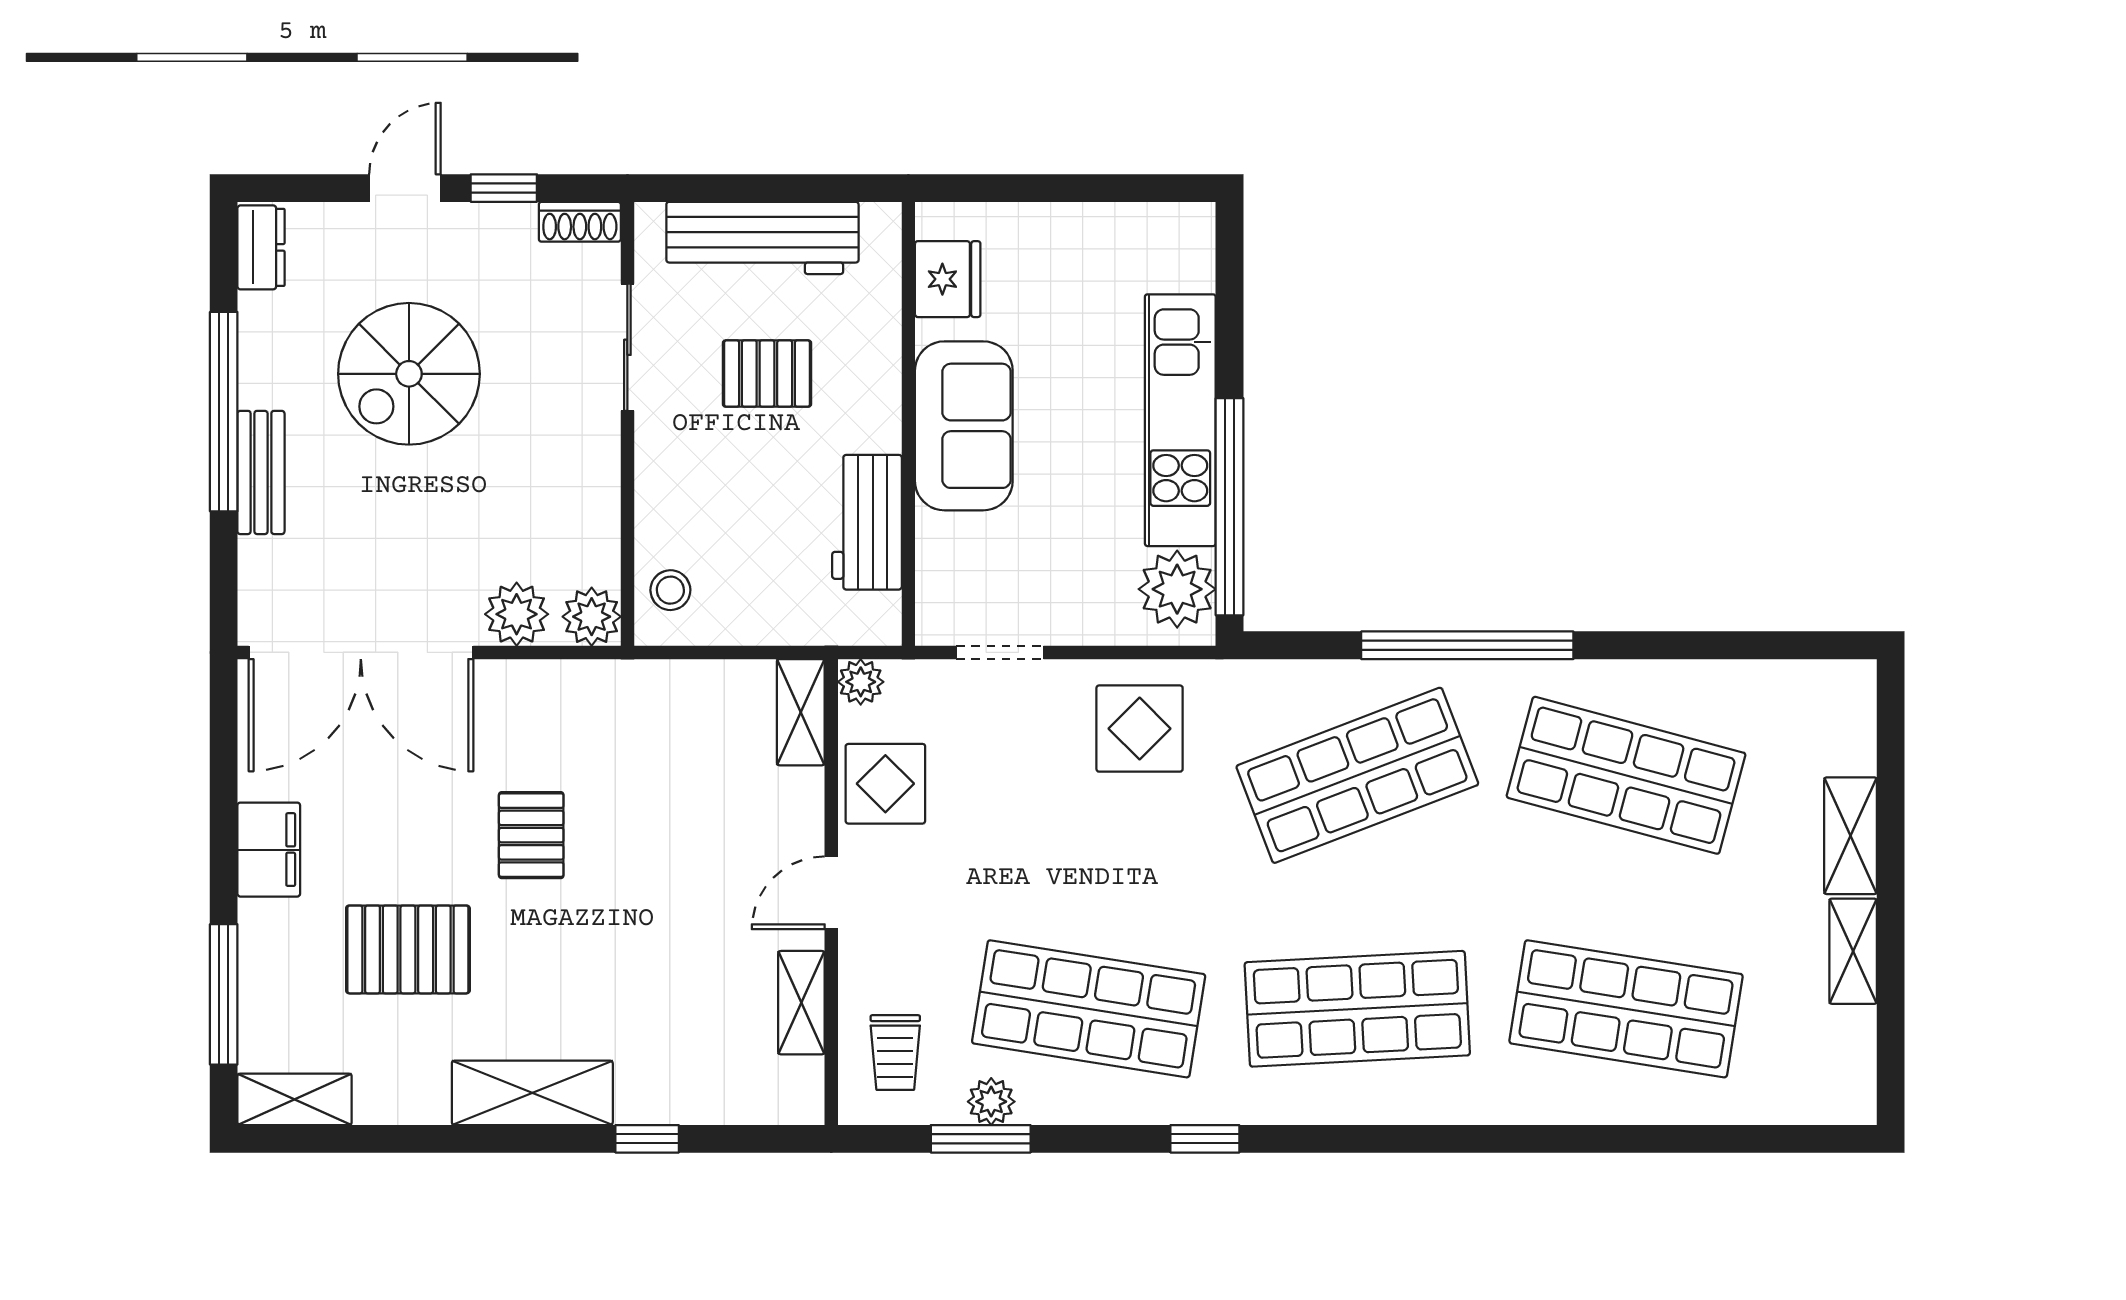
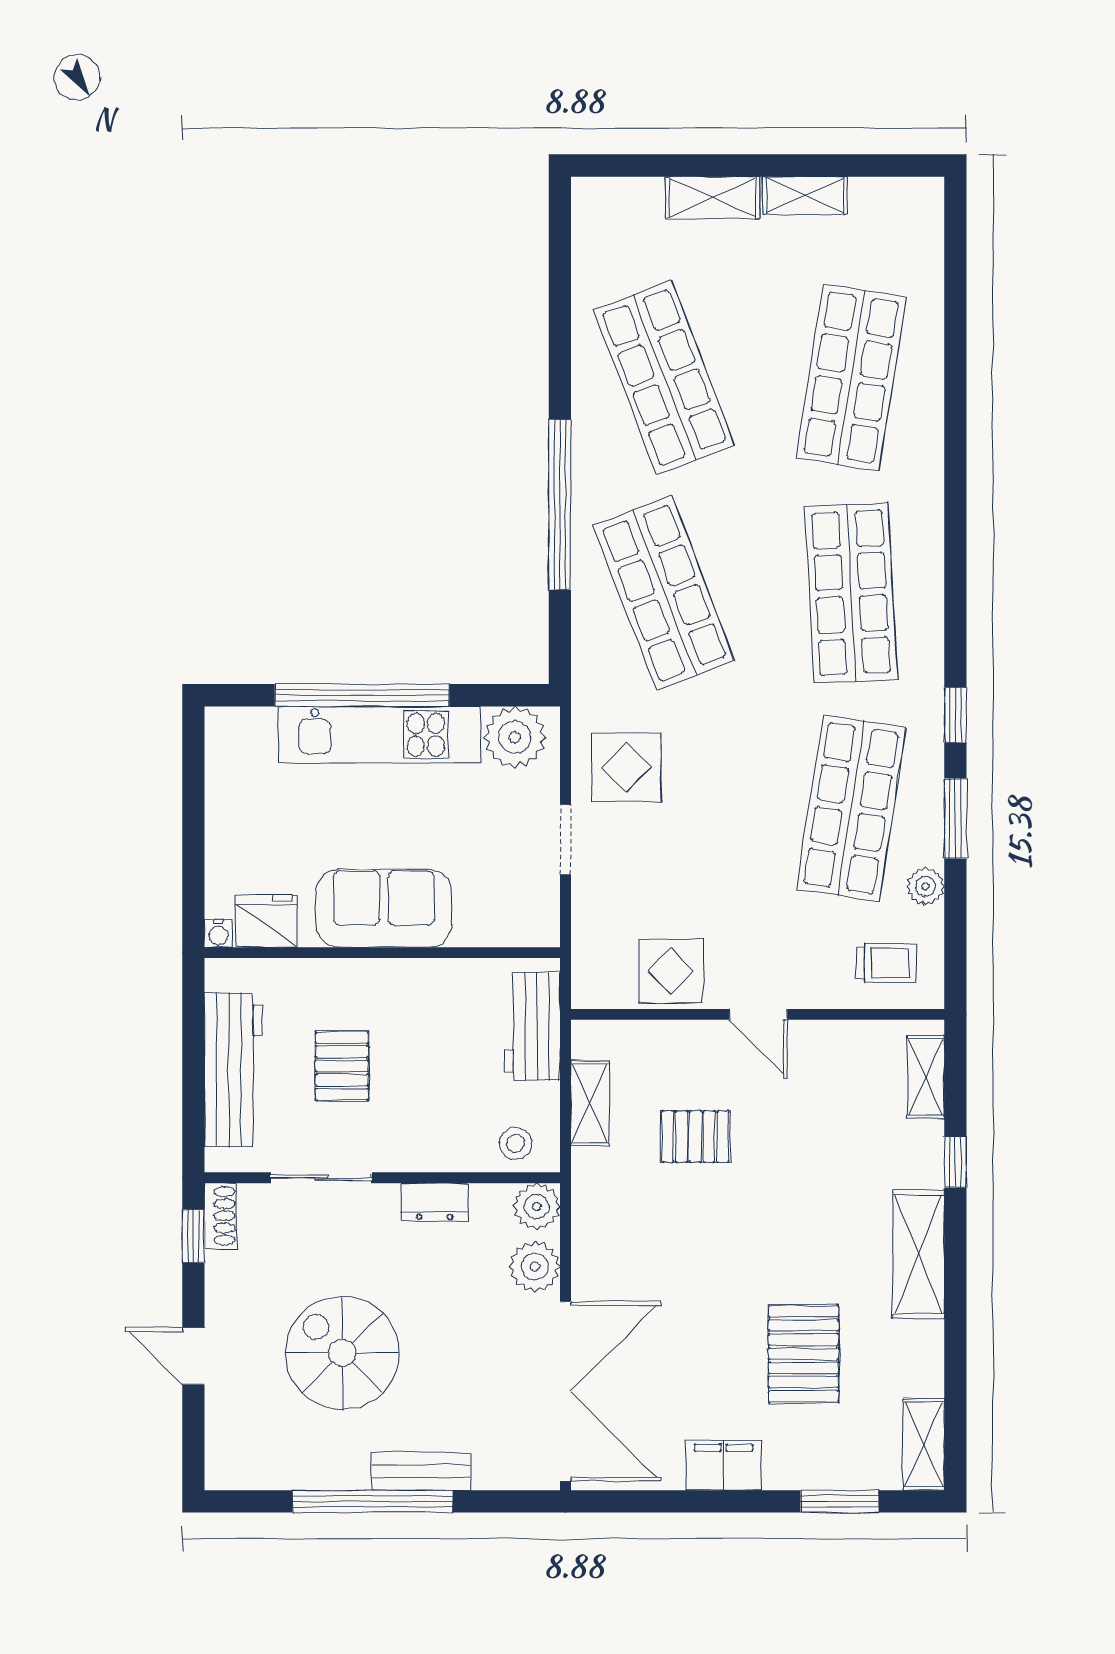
window: (504, 188) -> (193, 1236), moved
water cooler: (932, 219) -> (218, 933), added
dresser: (261, 247) -> (435, 1202), moved, turned 180
spiral stairs: (409, 374) -> (342, 1353), turned 180
window: (1230, 507) -> (362, 695), moved
workbench: (867, 522) -> (532, 1026), moved, turned 90
doorway: (1000, 652) -> (566, 840), moved
plant: (861, 682) -> (589, 991), removed
shelving: (801, 712) -> (590, 1103), moved, turned 90
shop shelf: (1626, 775) -> (664, 377), turned -36
pallet: (531, 835) -> (695, 1136), moved
window: (224, 994) -> (840, 1501), width x0.69
shelving: (801, 1003) -> (926, 1077), moved, turned 90
window: (981, 1139) -> (955, 818), moved

